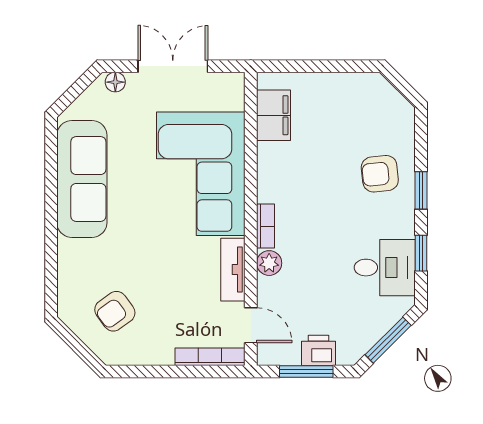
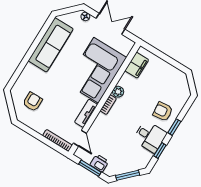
plant: (269, 263) -> (118, 92), moved
desk: (385, 268) -> (150, 137), moved
armchair: (115, 311) -> (33, 102), turned 126

